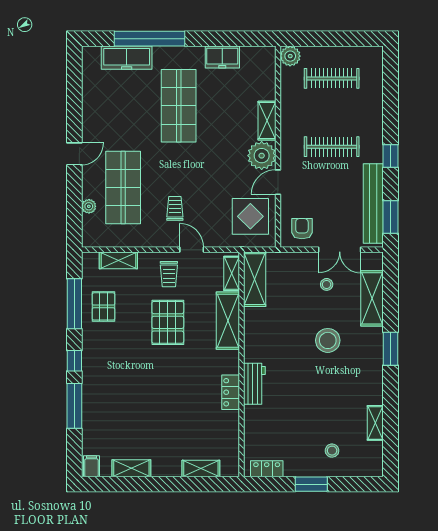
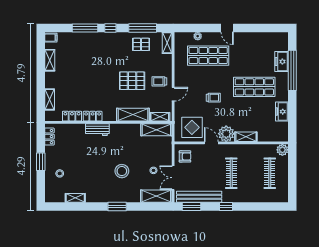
freezer: (127, 58) -> (282, 62), width x0.71
trolley: (175, 208) -> (213, 98), moved
shelving: (118, 260) -> (167, 43), moved
shelving: (372, 298) -> (156, 196), moved
locker: (230, 429) -> (72, 116), added

